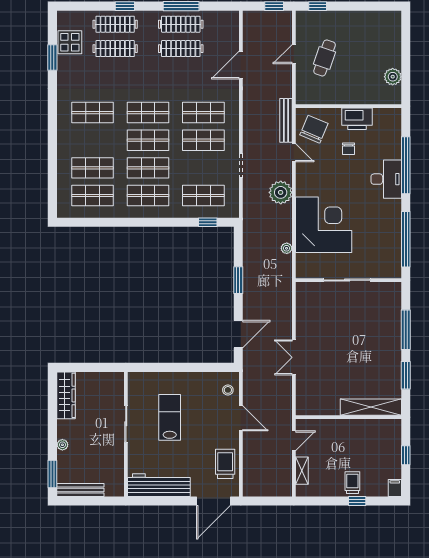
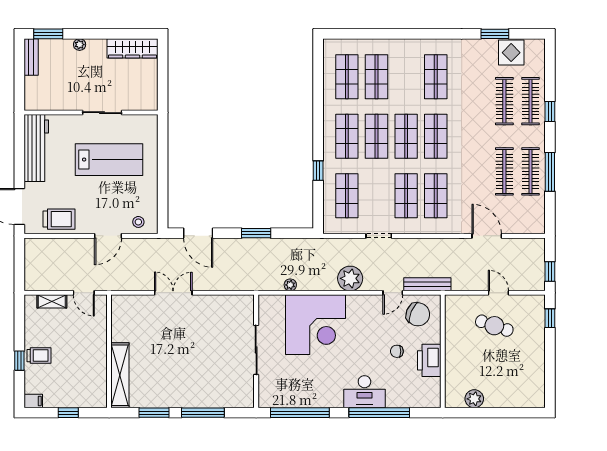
window: (208, 222) -> (318, 171), moved
lab bench: (170, 417) -> (109, 160), width x1.36, depth x1.39
bench: (80, 490) -> (31, 57), width x0.73

